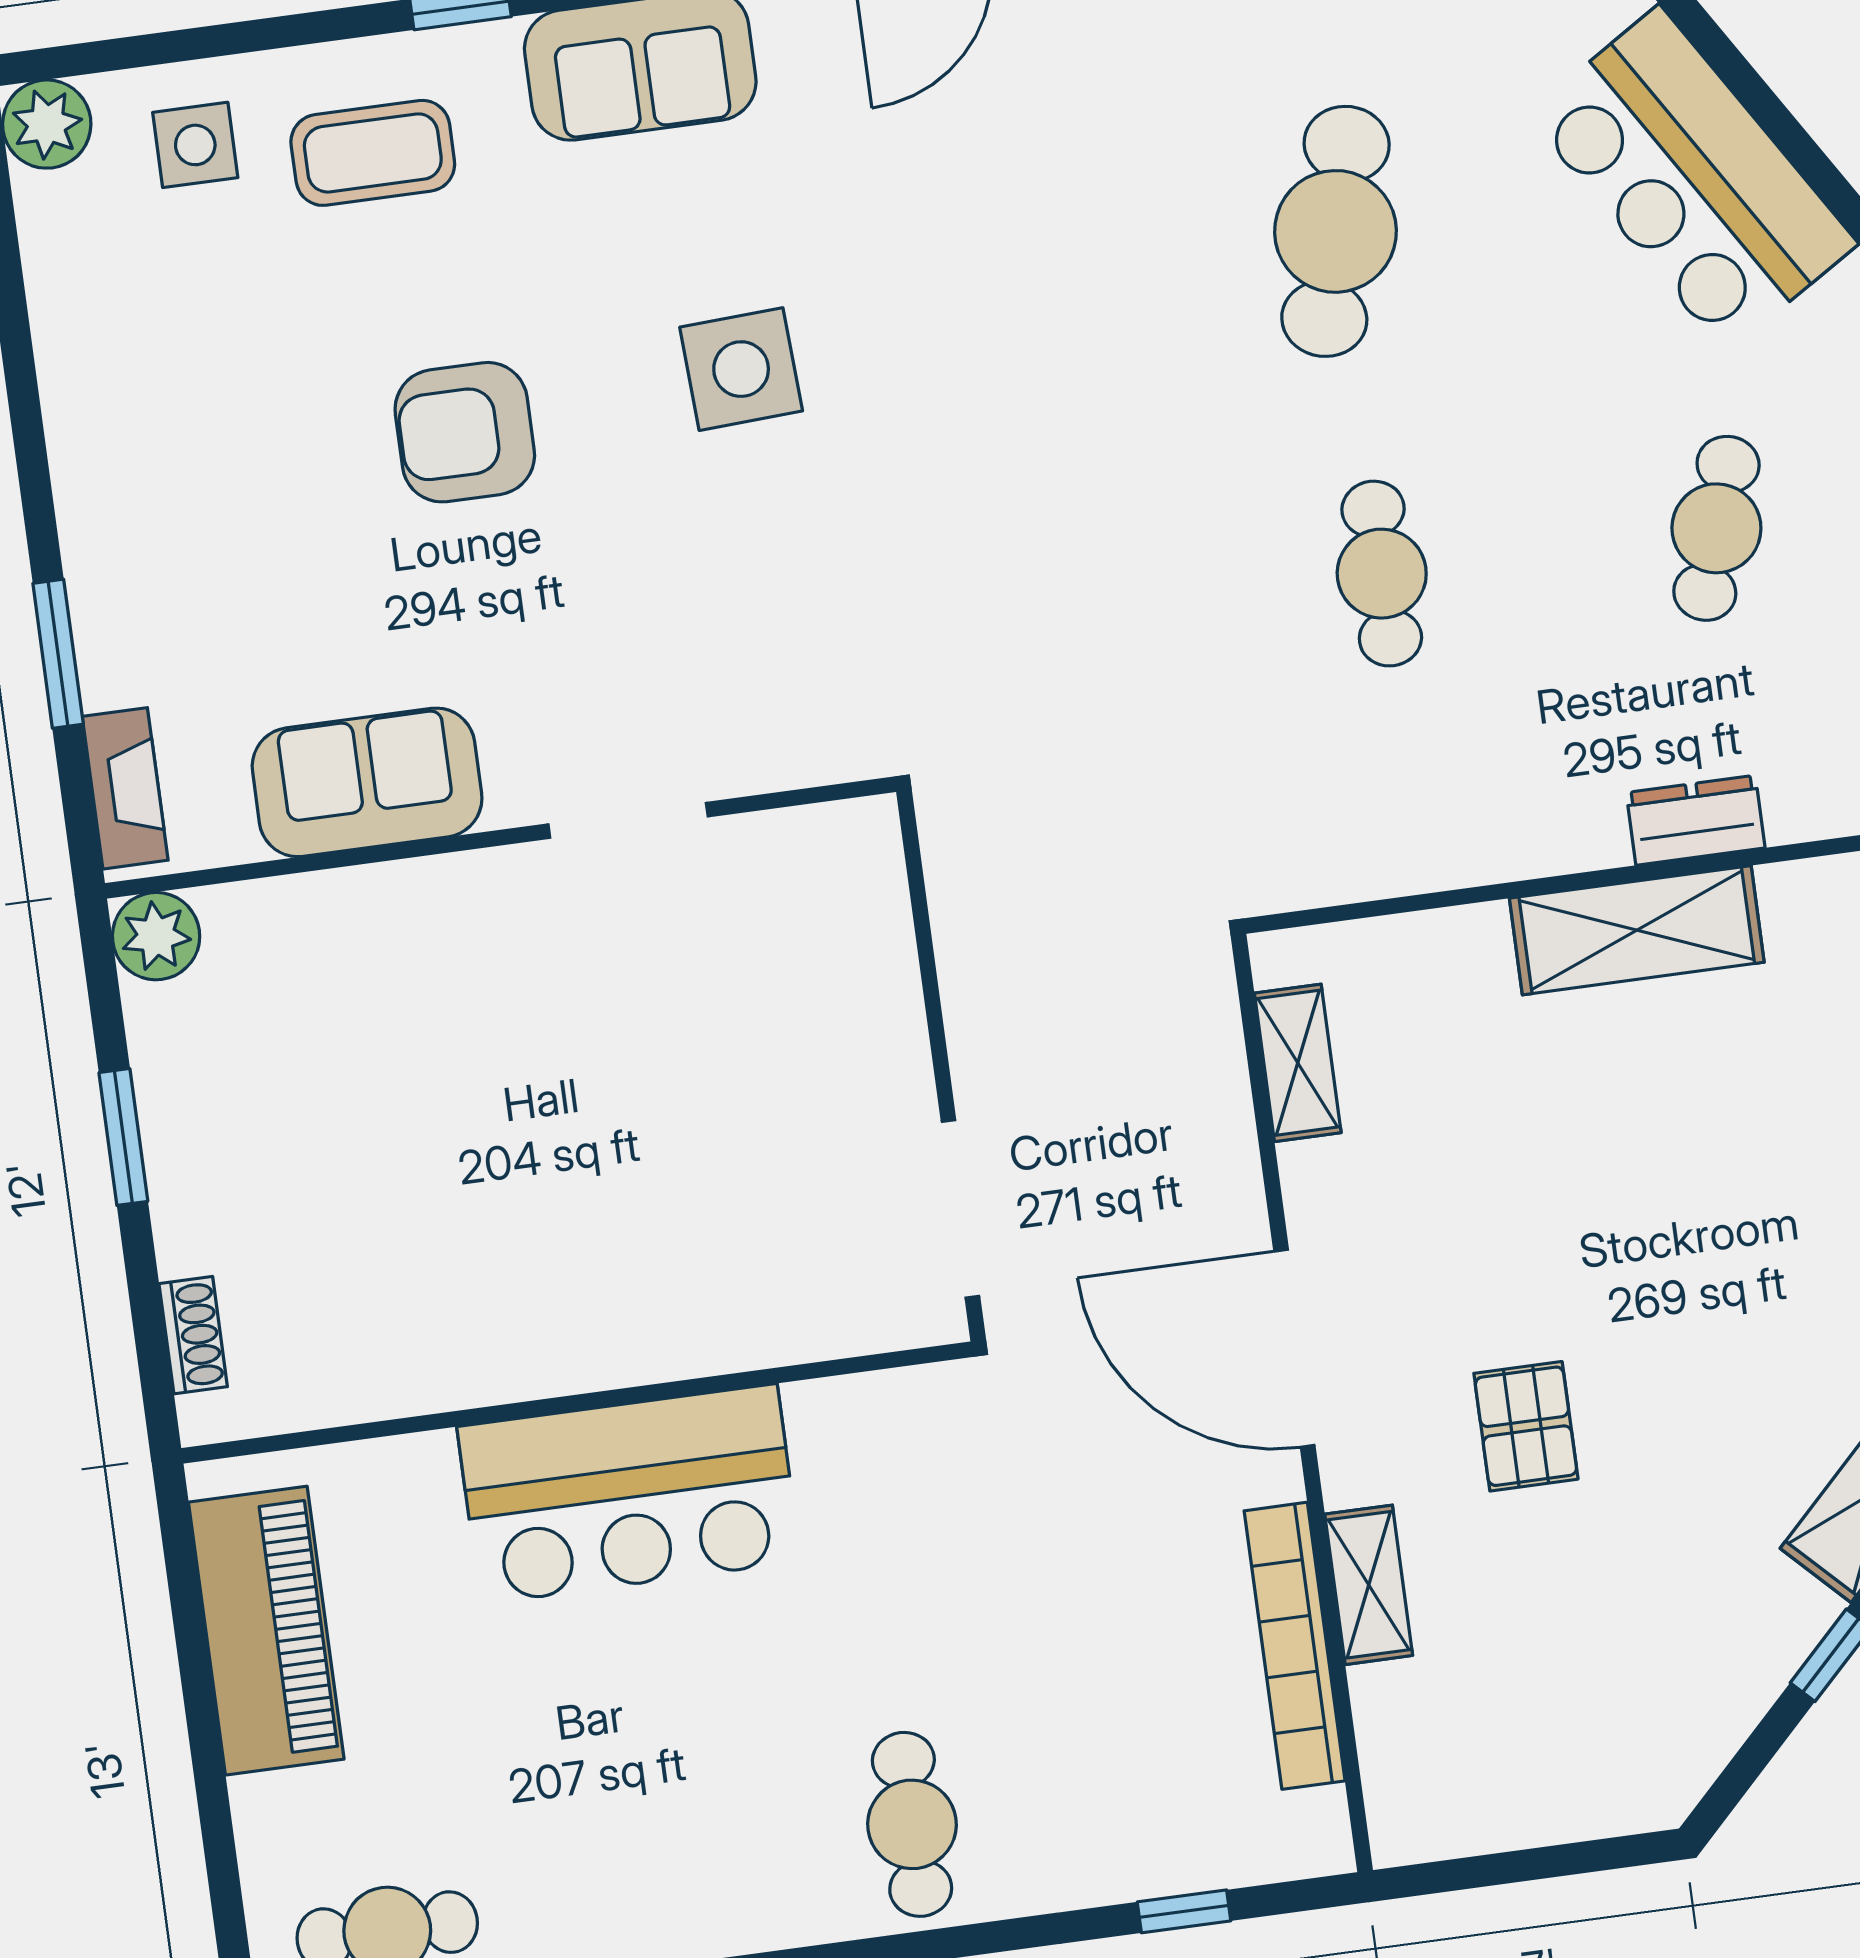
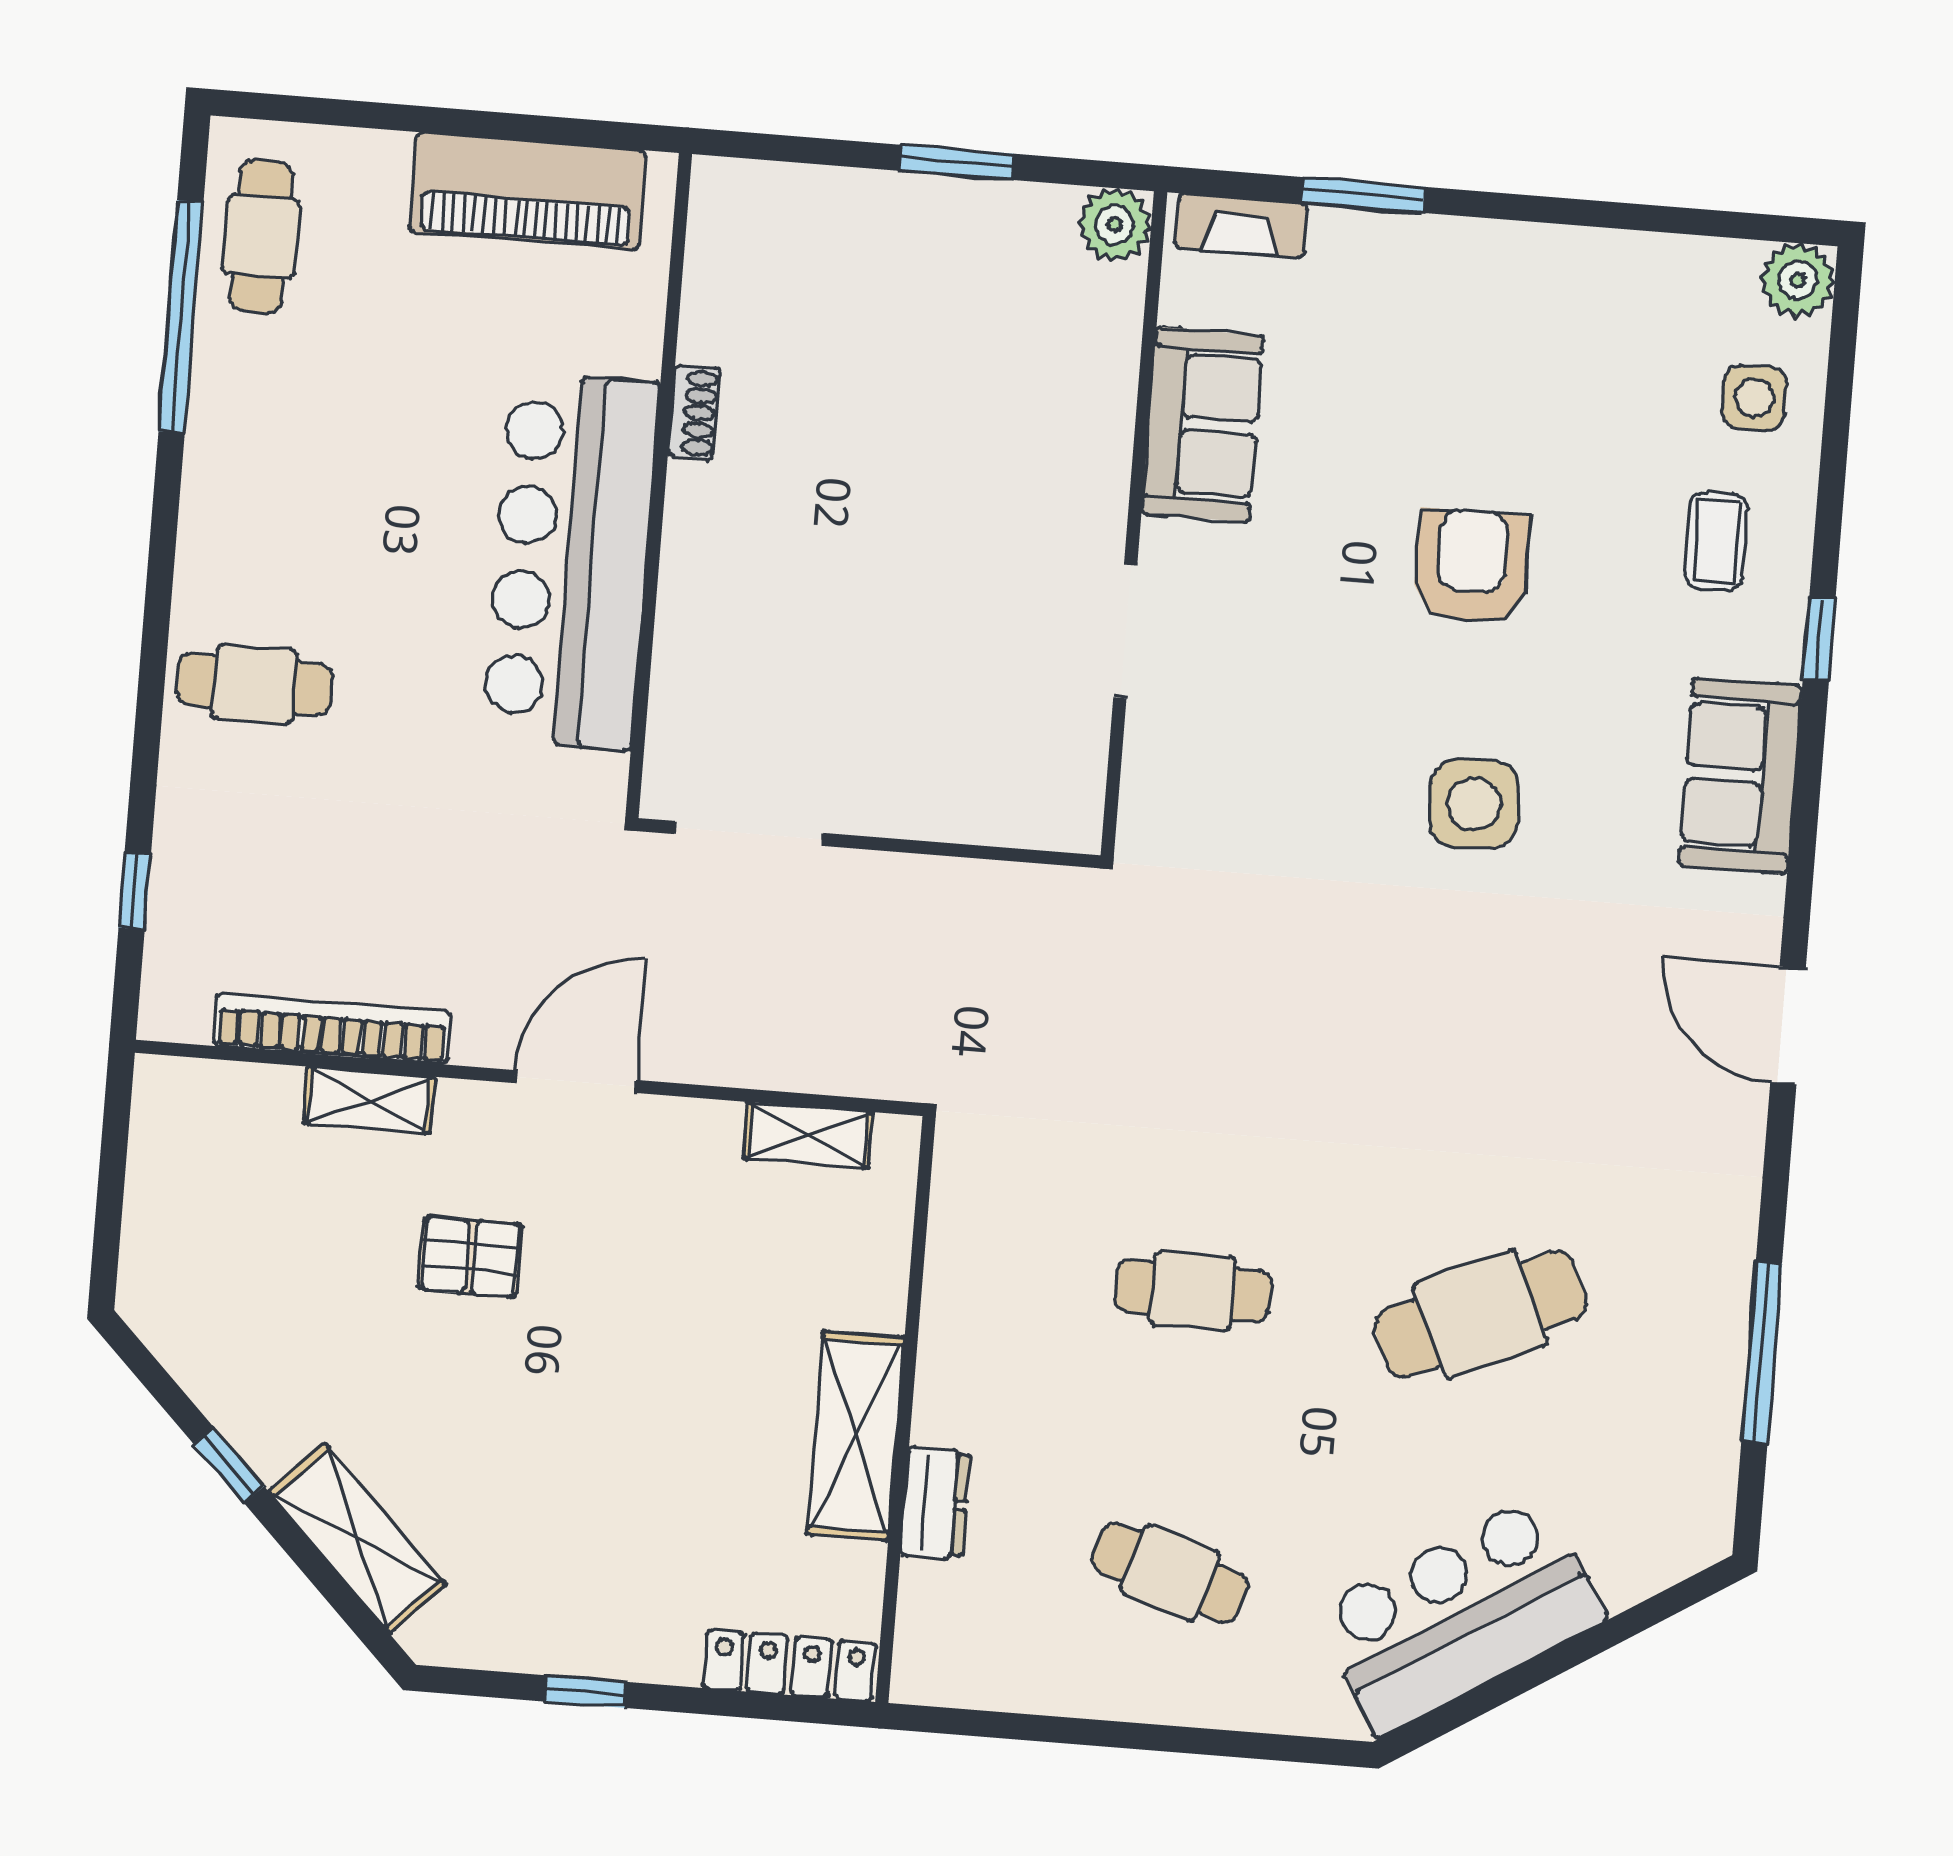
coffee table: (373, 153) -> (1716, 541), width x0.73, depth x0.77
cafe table: (1335, 231) -> (1481, 1314), turned -39
shoe rack: (193, 1335) -> (694, 412), moved, turned -90
door: (1294, 1348) -> (575, 1082), width x0.73
bar counter: (629, 1494) -> (571, 561), width x1.36

